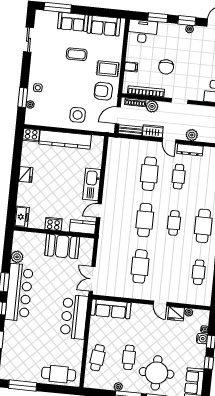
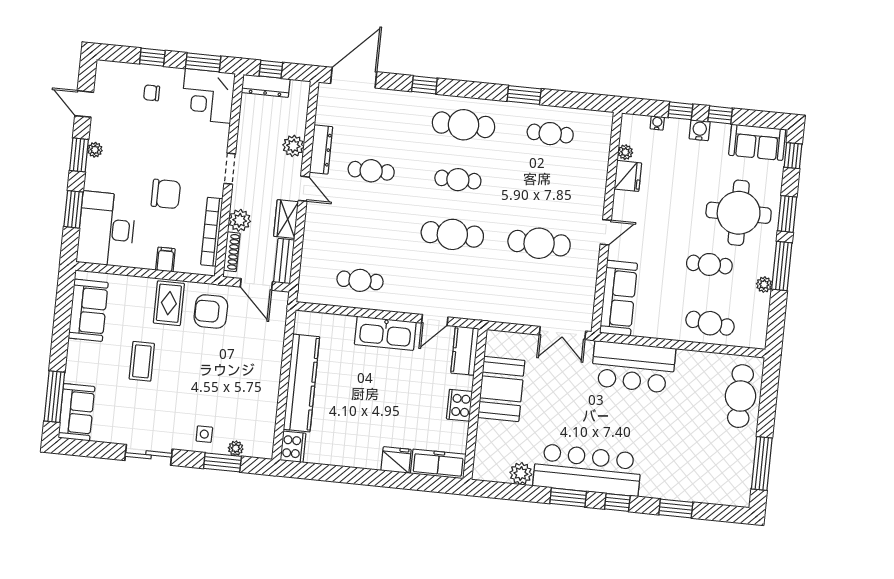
sofa: (73, 22) -> (76, 412), moved
desk: (142, 31) -> (106, 229), width x1.36, depth x1.30
sliding door: (28, 40) -> (149, 455), moved
armchair: (103, 91) -> (211, 311), turned 89
side table: (78, 115) -> (255, 360), removed
door: (169, 141) -> (304, 189), hinge flipped
cafe table: (149, 174) -> (360, 280), moved, width x0.73, depth x0.74
fridge: (26, 175) -> (396, 460), moved
door: (99, 211) -> (435, 320), hinge flipped
freezer: (22, 217) -> (438, 464), width x1.40
door: (160, 303) -> (606, 232), moved
water cooler: (202, 339) -> (700, 130), moved

